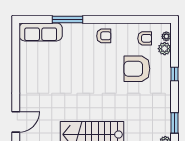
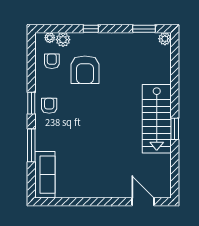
window: (106, 19) -> (31, 103), added

